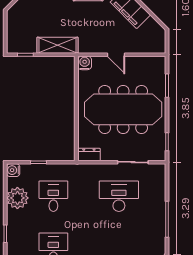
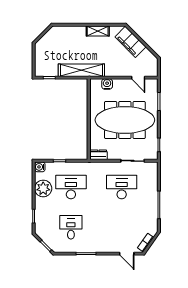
shelving: (58, 45) -> (81, 70), width x1.47
door: (116, 55) -> (138, 78), moved
water cooler: (85, 63) -> (107, 84), moved
desk: (53, 196) -> (71, 187), width x1.37

